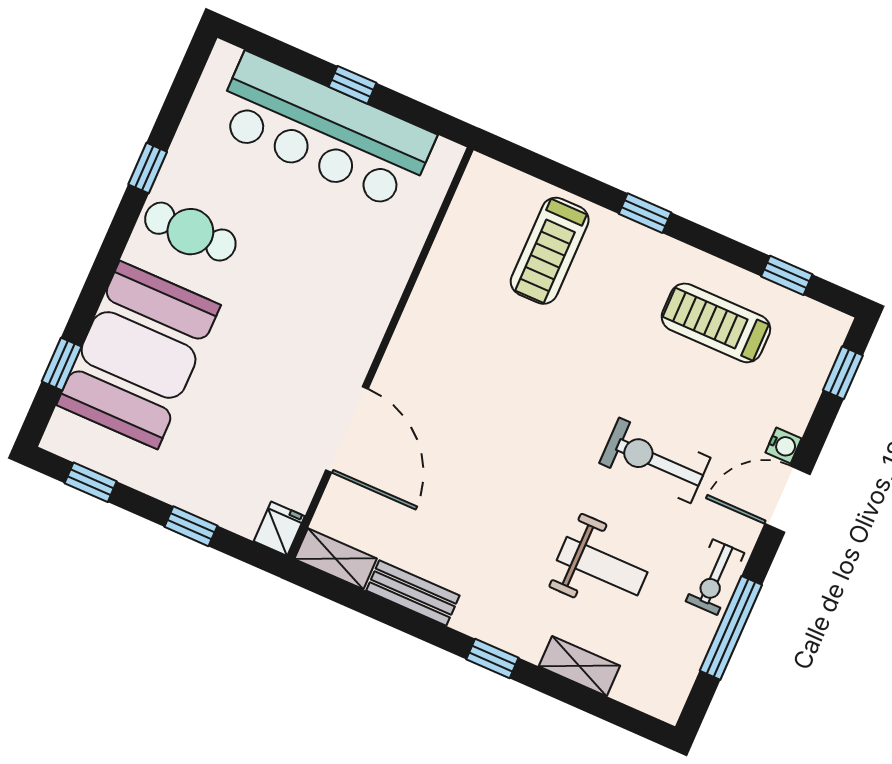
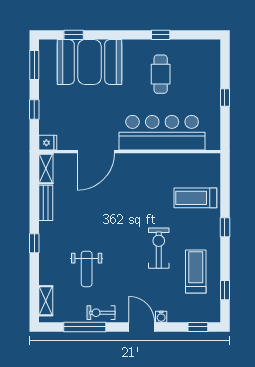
bar counter: (324, 132) -> (162, 133), moved, turned 90
cafe table: (190, 232) -> (161, 74), moved
exercise bike: (655, 460) -> (159, 248), moved
window: (91, 482) -> (34, 65), width x1.50
shelving: (579, 666) -> (46, 301), moved

